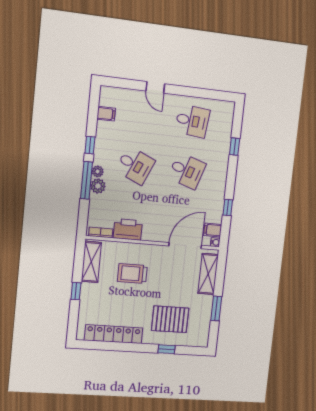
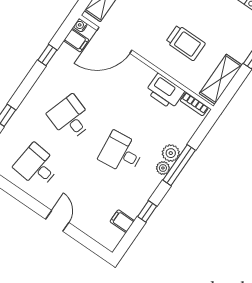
window: (90, 145) -> (147, 211), moved
desk: (135, 165) -> (121, 153), turned -30

